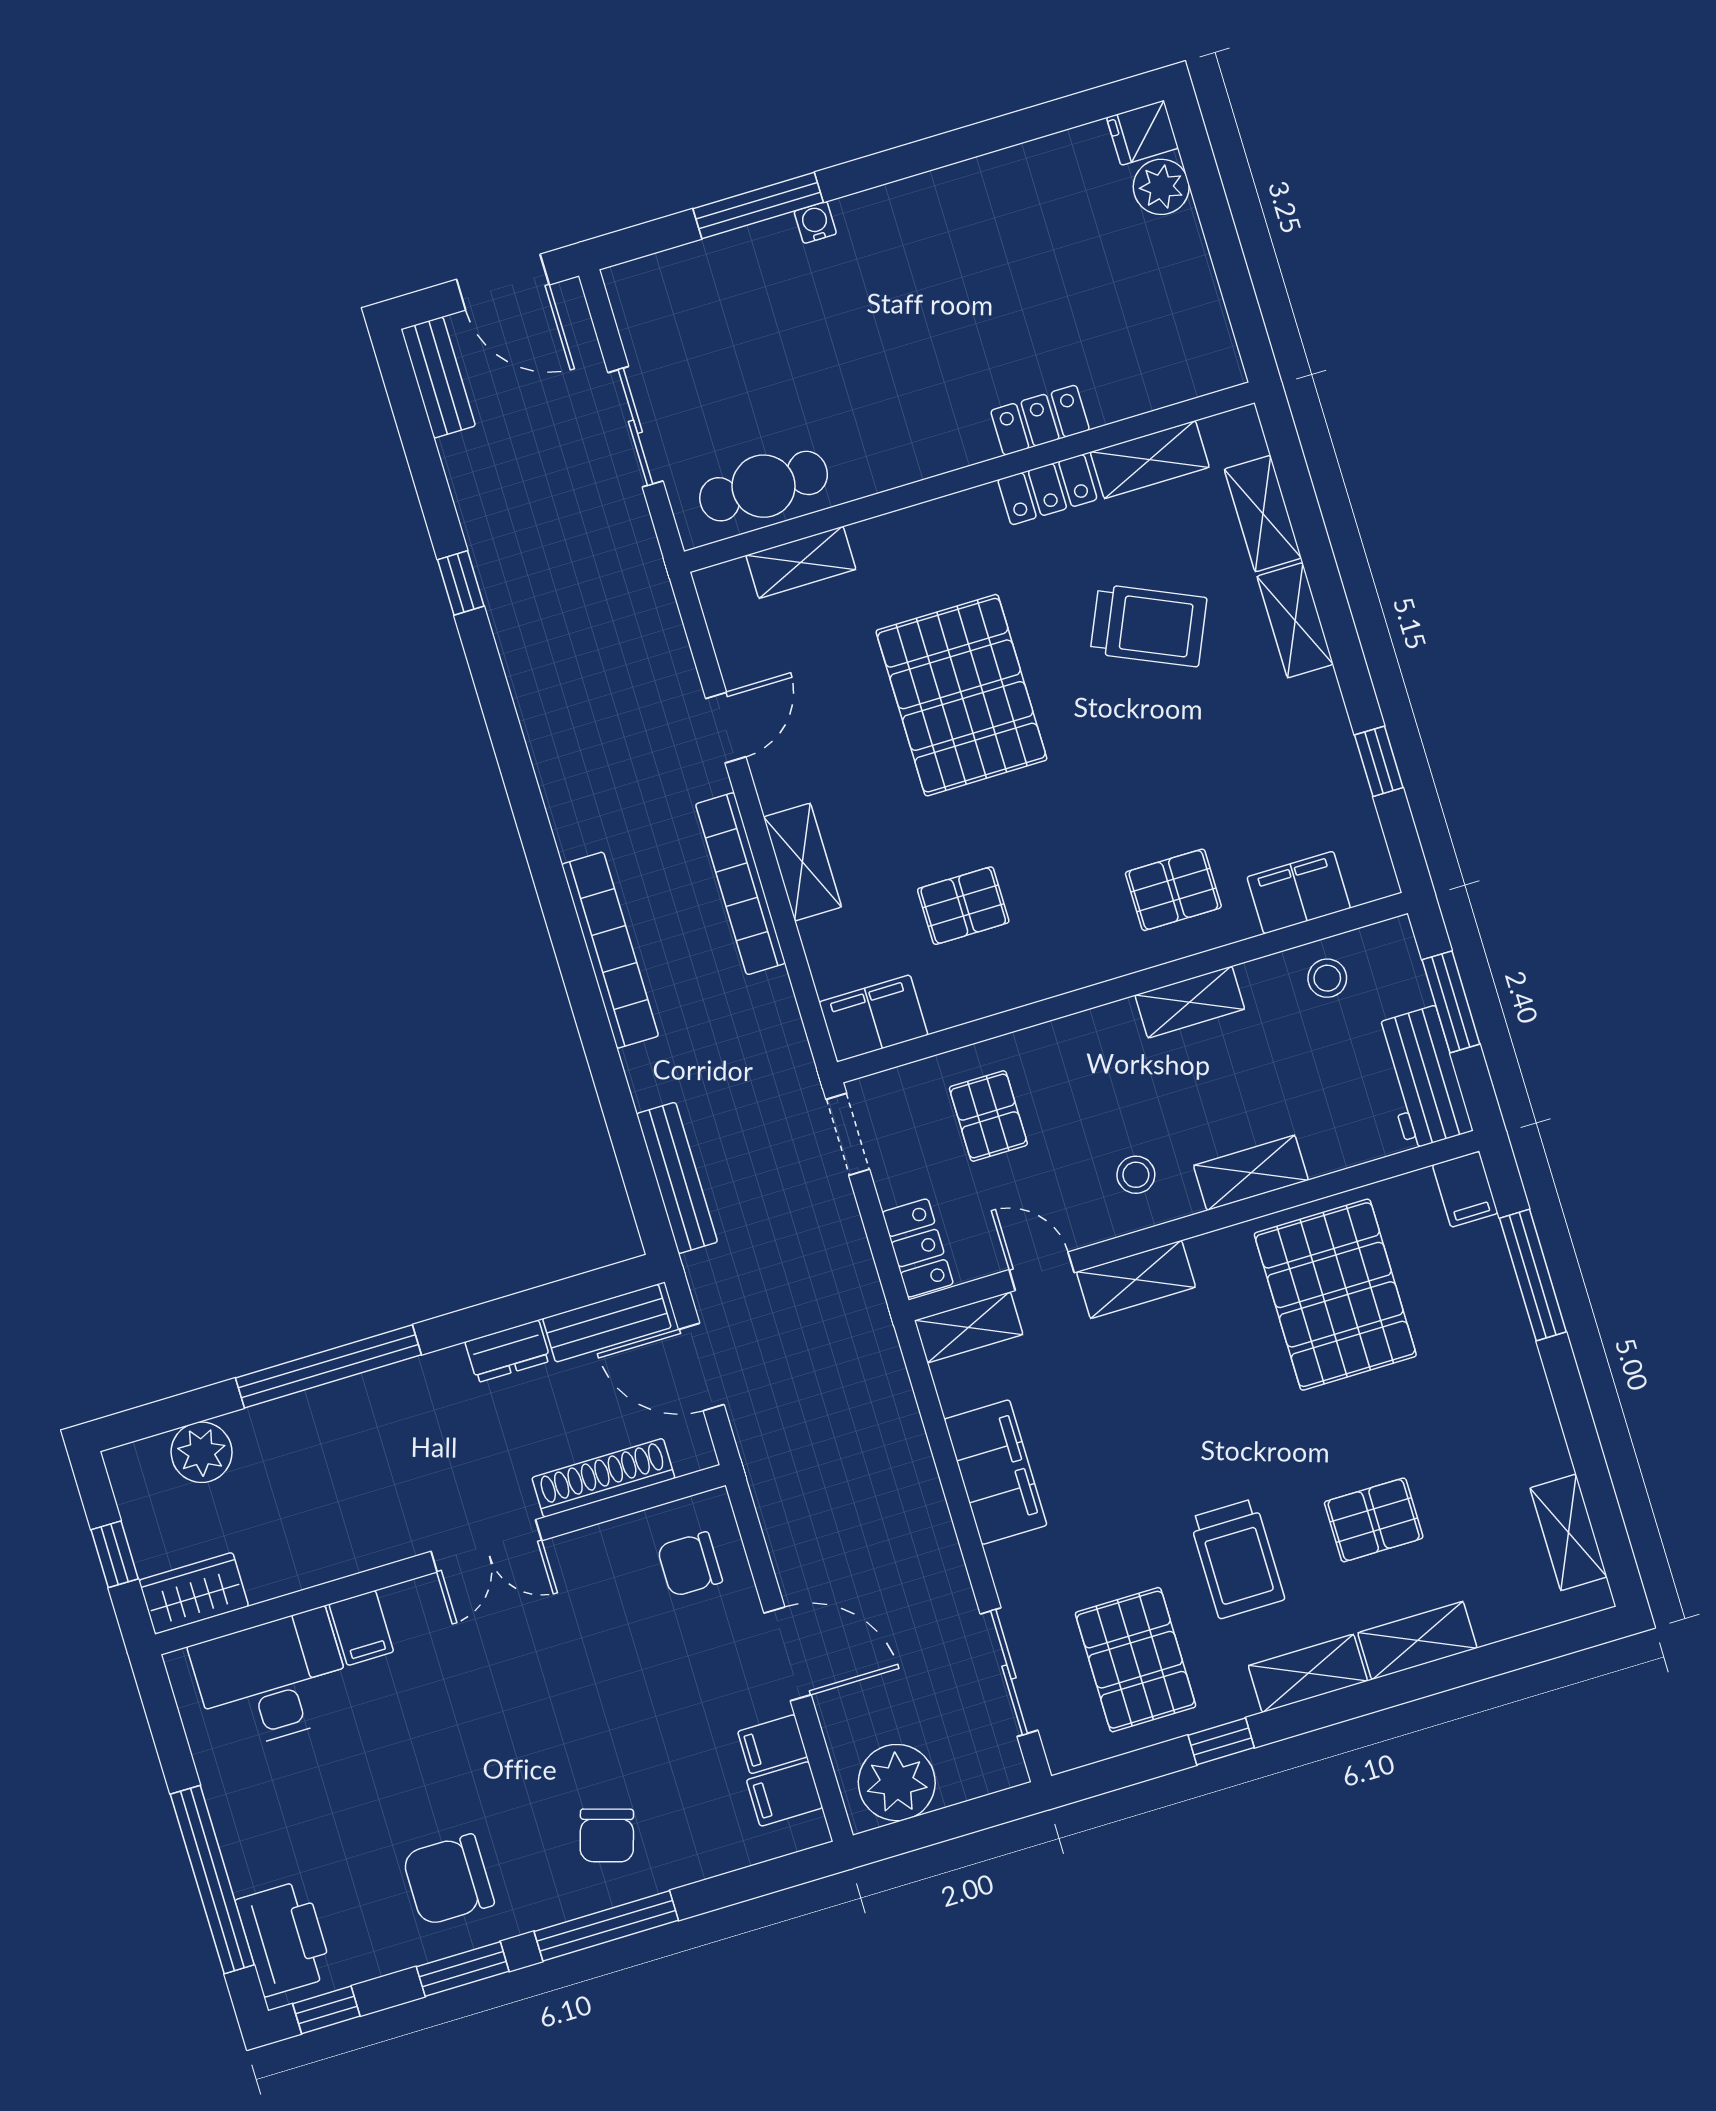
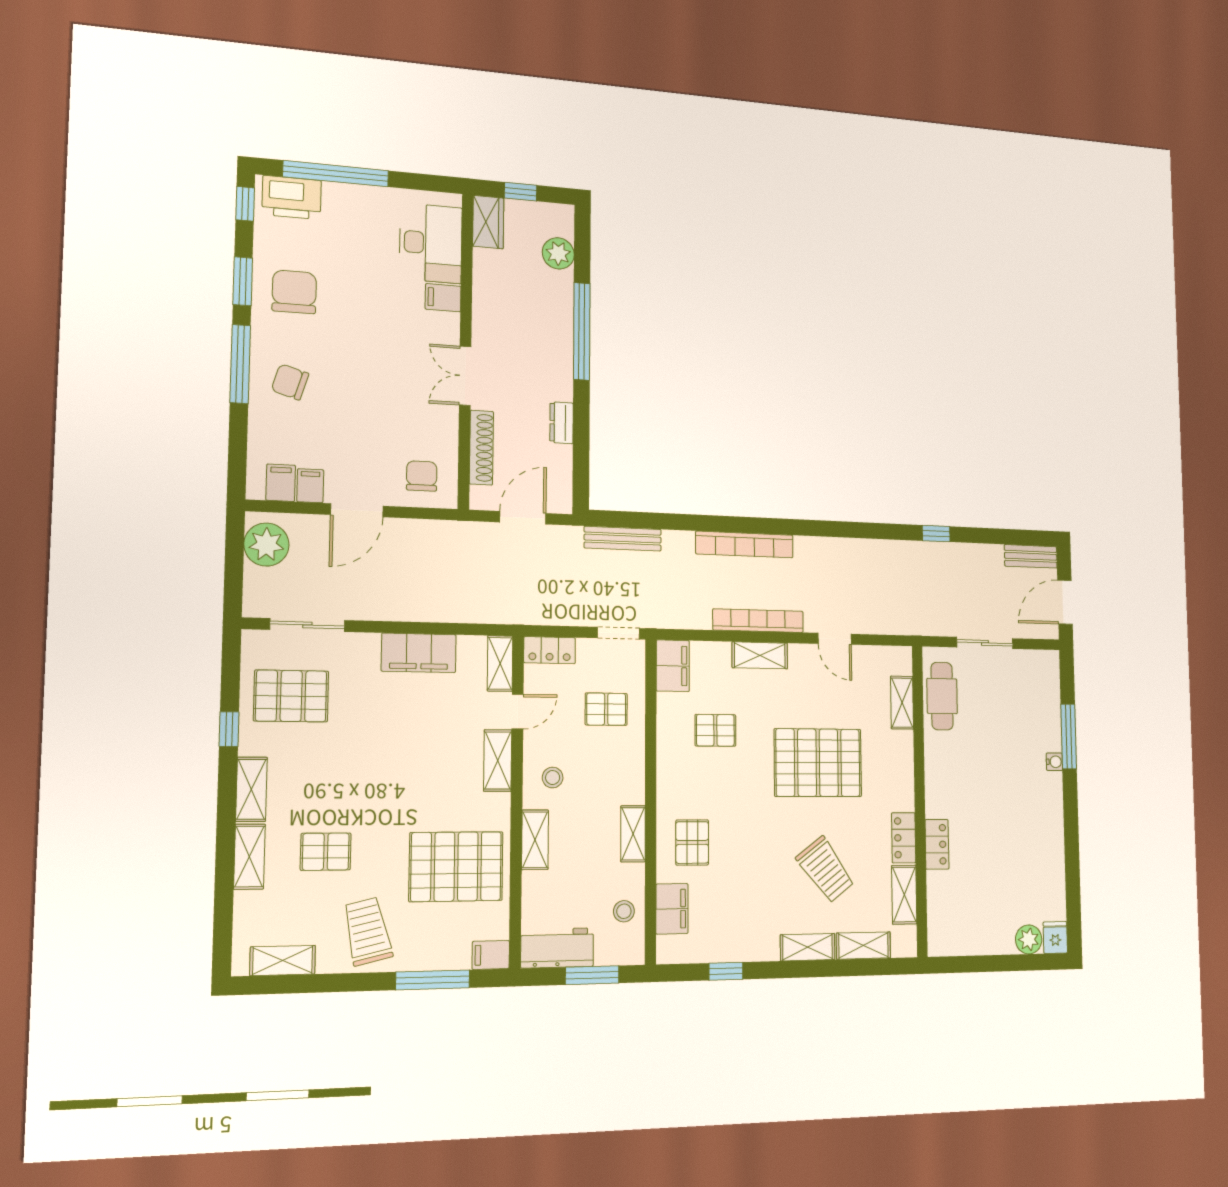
trolley: (1149, 625) -> (825, 870), turned -61
pallet: (963, 906) -> (715, 730), turned 90
bench: (607, 1323) -> (560, 478), removed
pallet: (1374, 1520) -> (326, 852), turned 90
trolley: (1237, 1559) -> (367, 931), moved, turned 77

